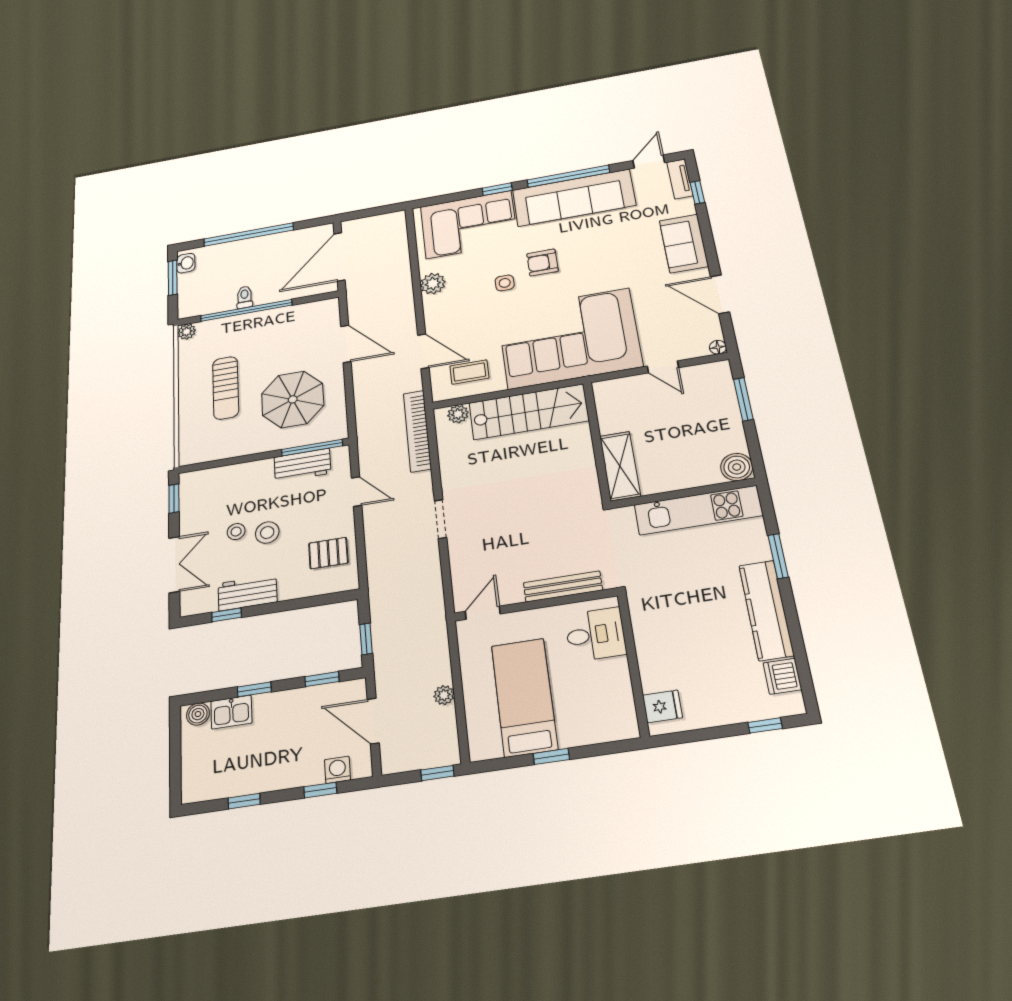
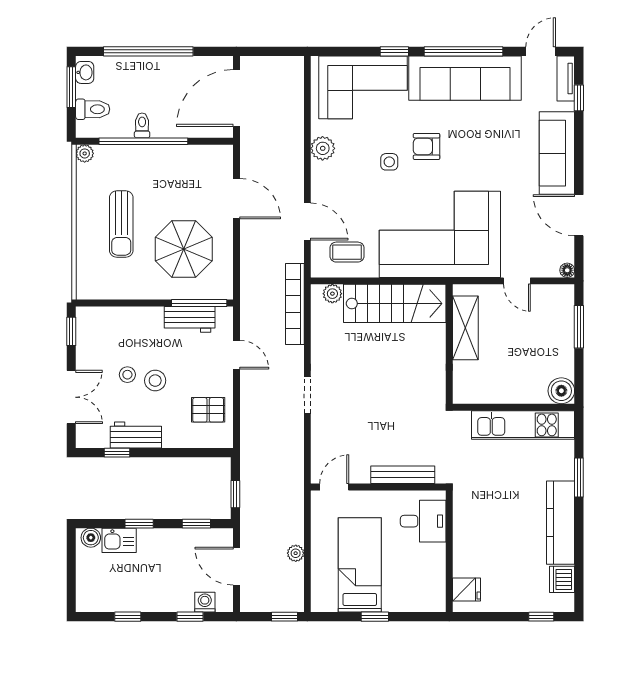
sofa: (684, 243) -> (557, 153), width x1.36
toilet: (194, 292) -> (93, 109), added
shelving: (620, 466) -> (465, 328), moved

